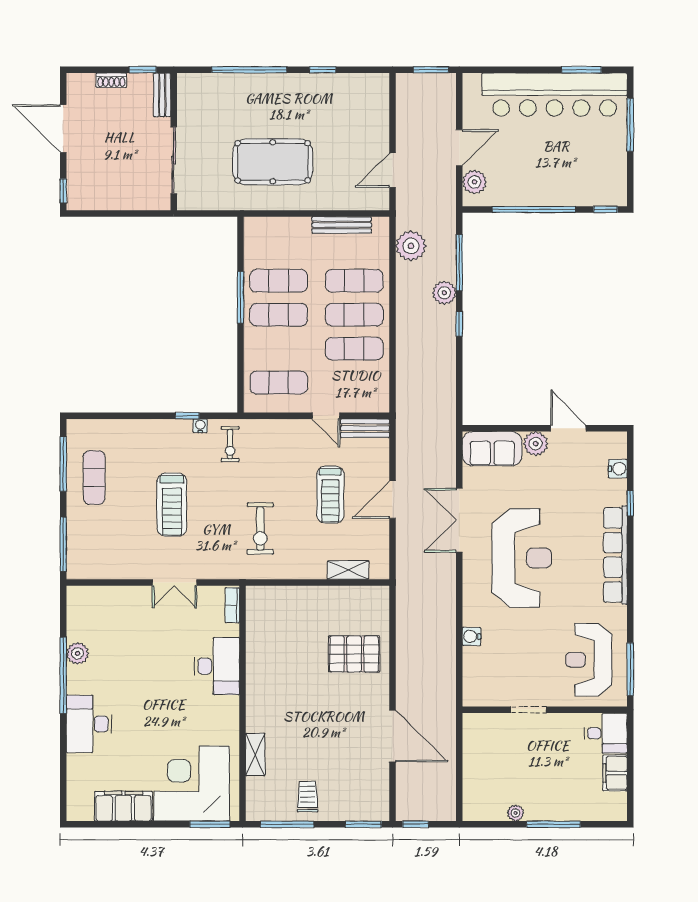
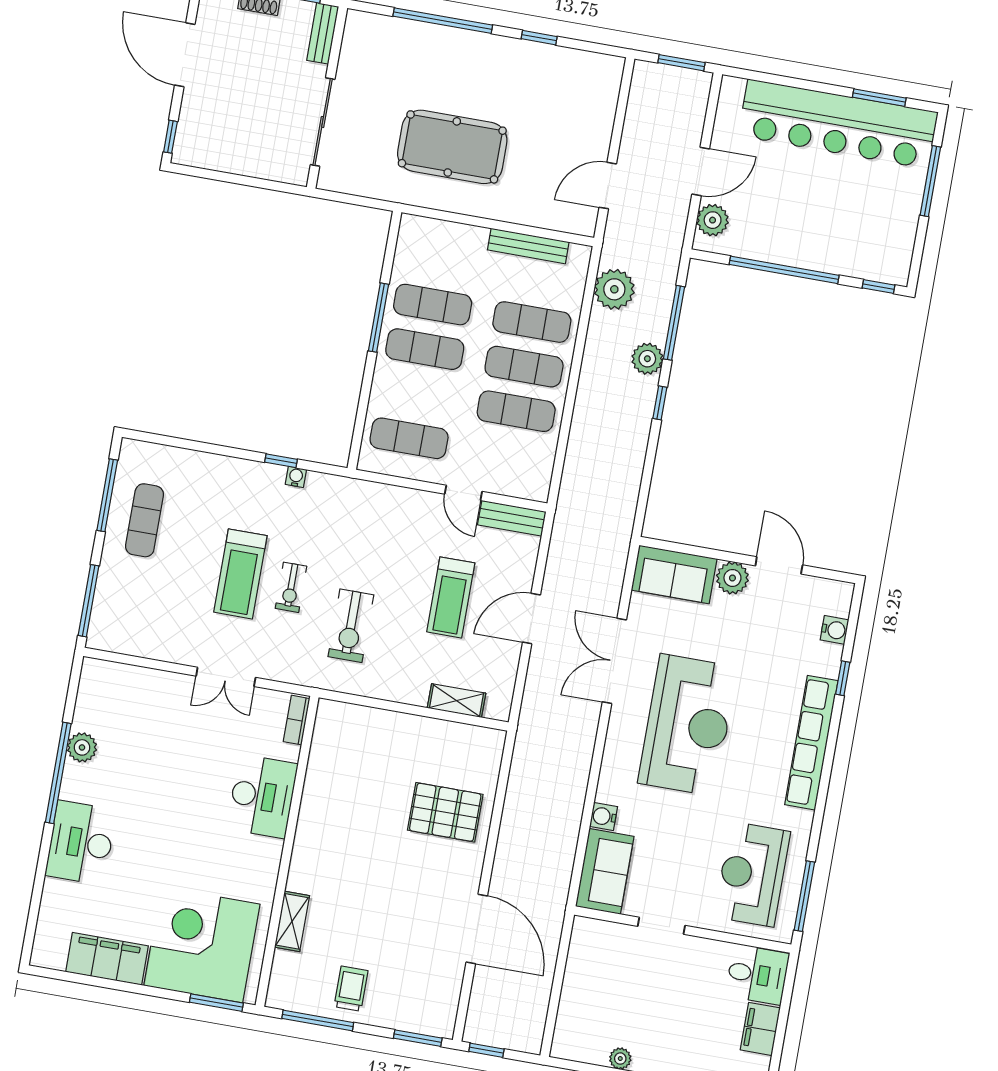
exercise bike: (230, 444) -> (291, 587), moved
sofa: (480, 677) -> (605, 871), added

